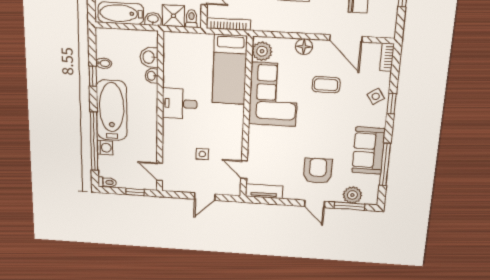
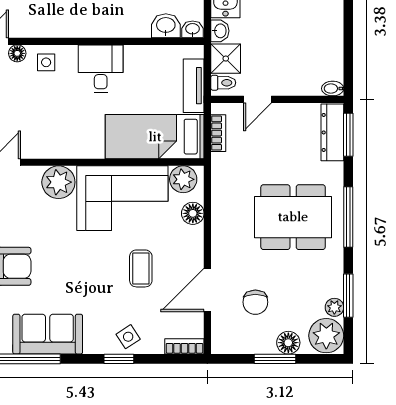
bookcase: (229, 24) -> (218, 133), width x0.64
tv unit: (193, 40) -> (194, 86), added
floor lamp: (304, 47) -> (193, 213), moved
washbasin: (152, 76) -> (193, 29), moved
plant: (260, 137) -> (58, 182), added
side table: (202, 154) -> (46, 62), moved
floor lamp: (168, 158) -> (17, 53), added

